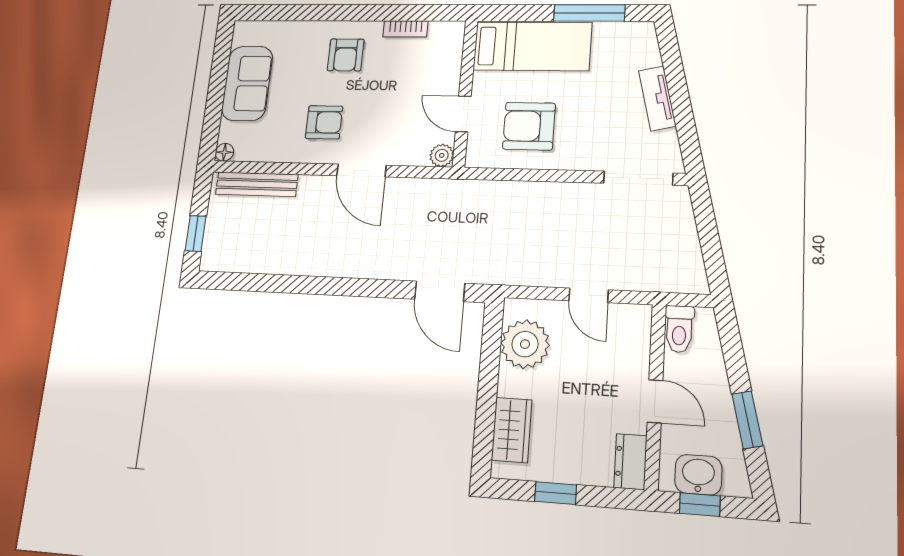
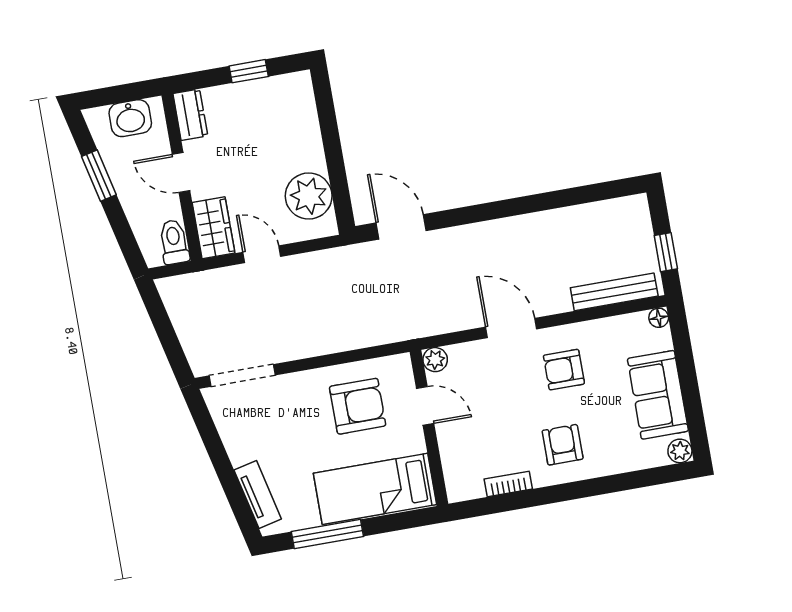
plant: (244, 31) -> (680, 451), added
tv unit: (657, 98) -> (258, 495), moved
window: (196, 233) -> (666, 252), moved
wardrobe: (512, 430) -> (213, 228), moved, turned 180
window: (700, 505) -> (124, 93), removed

